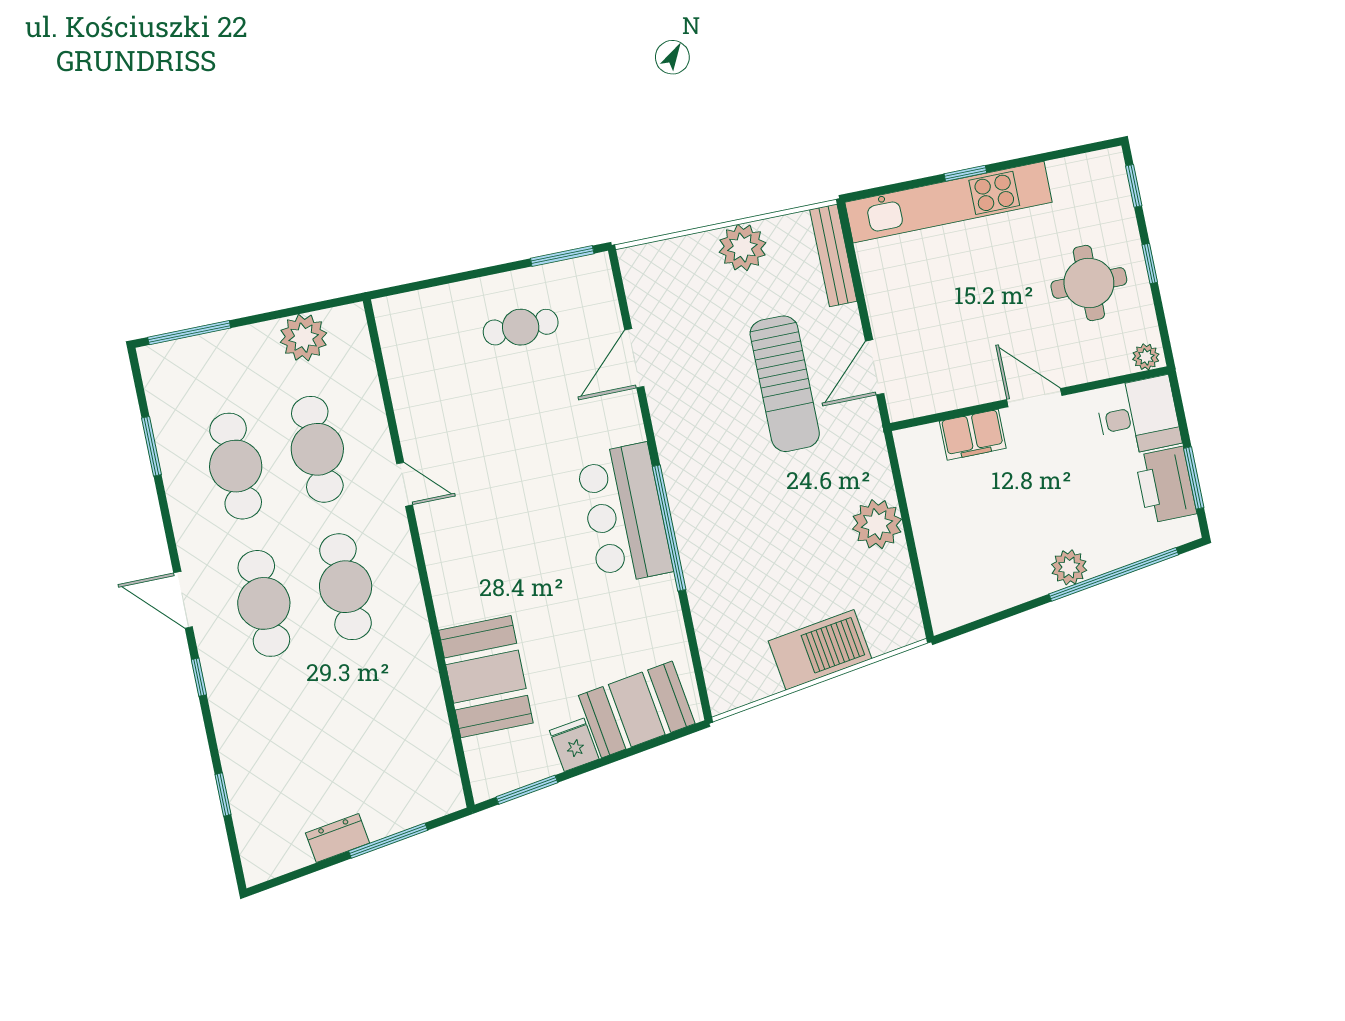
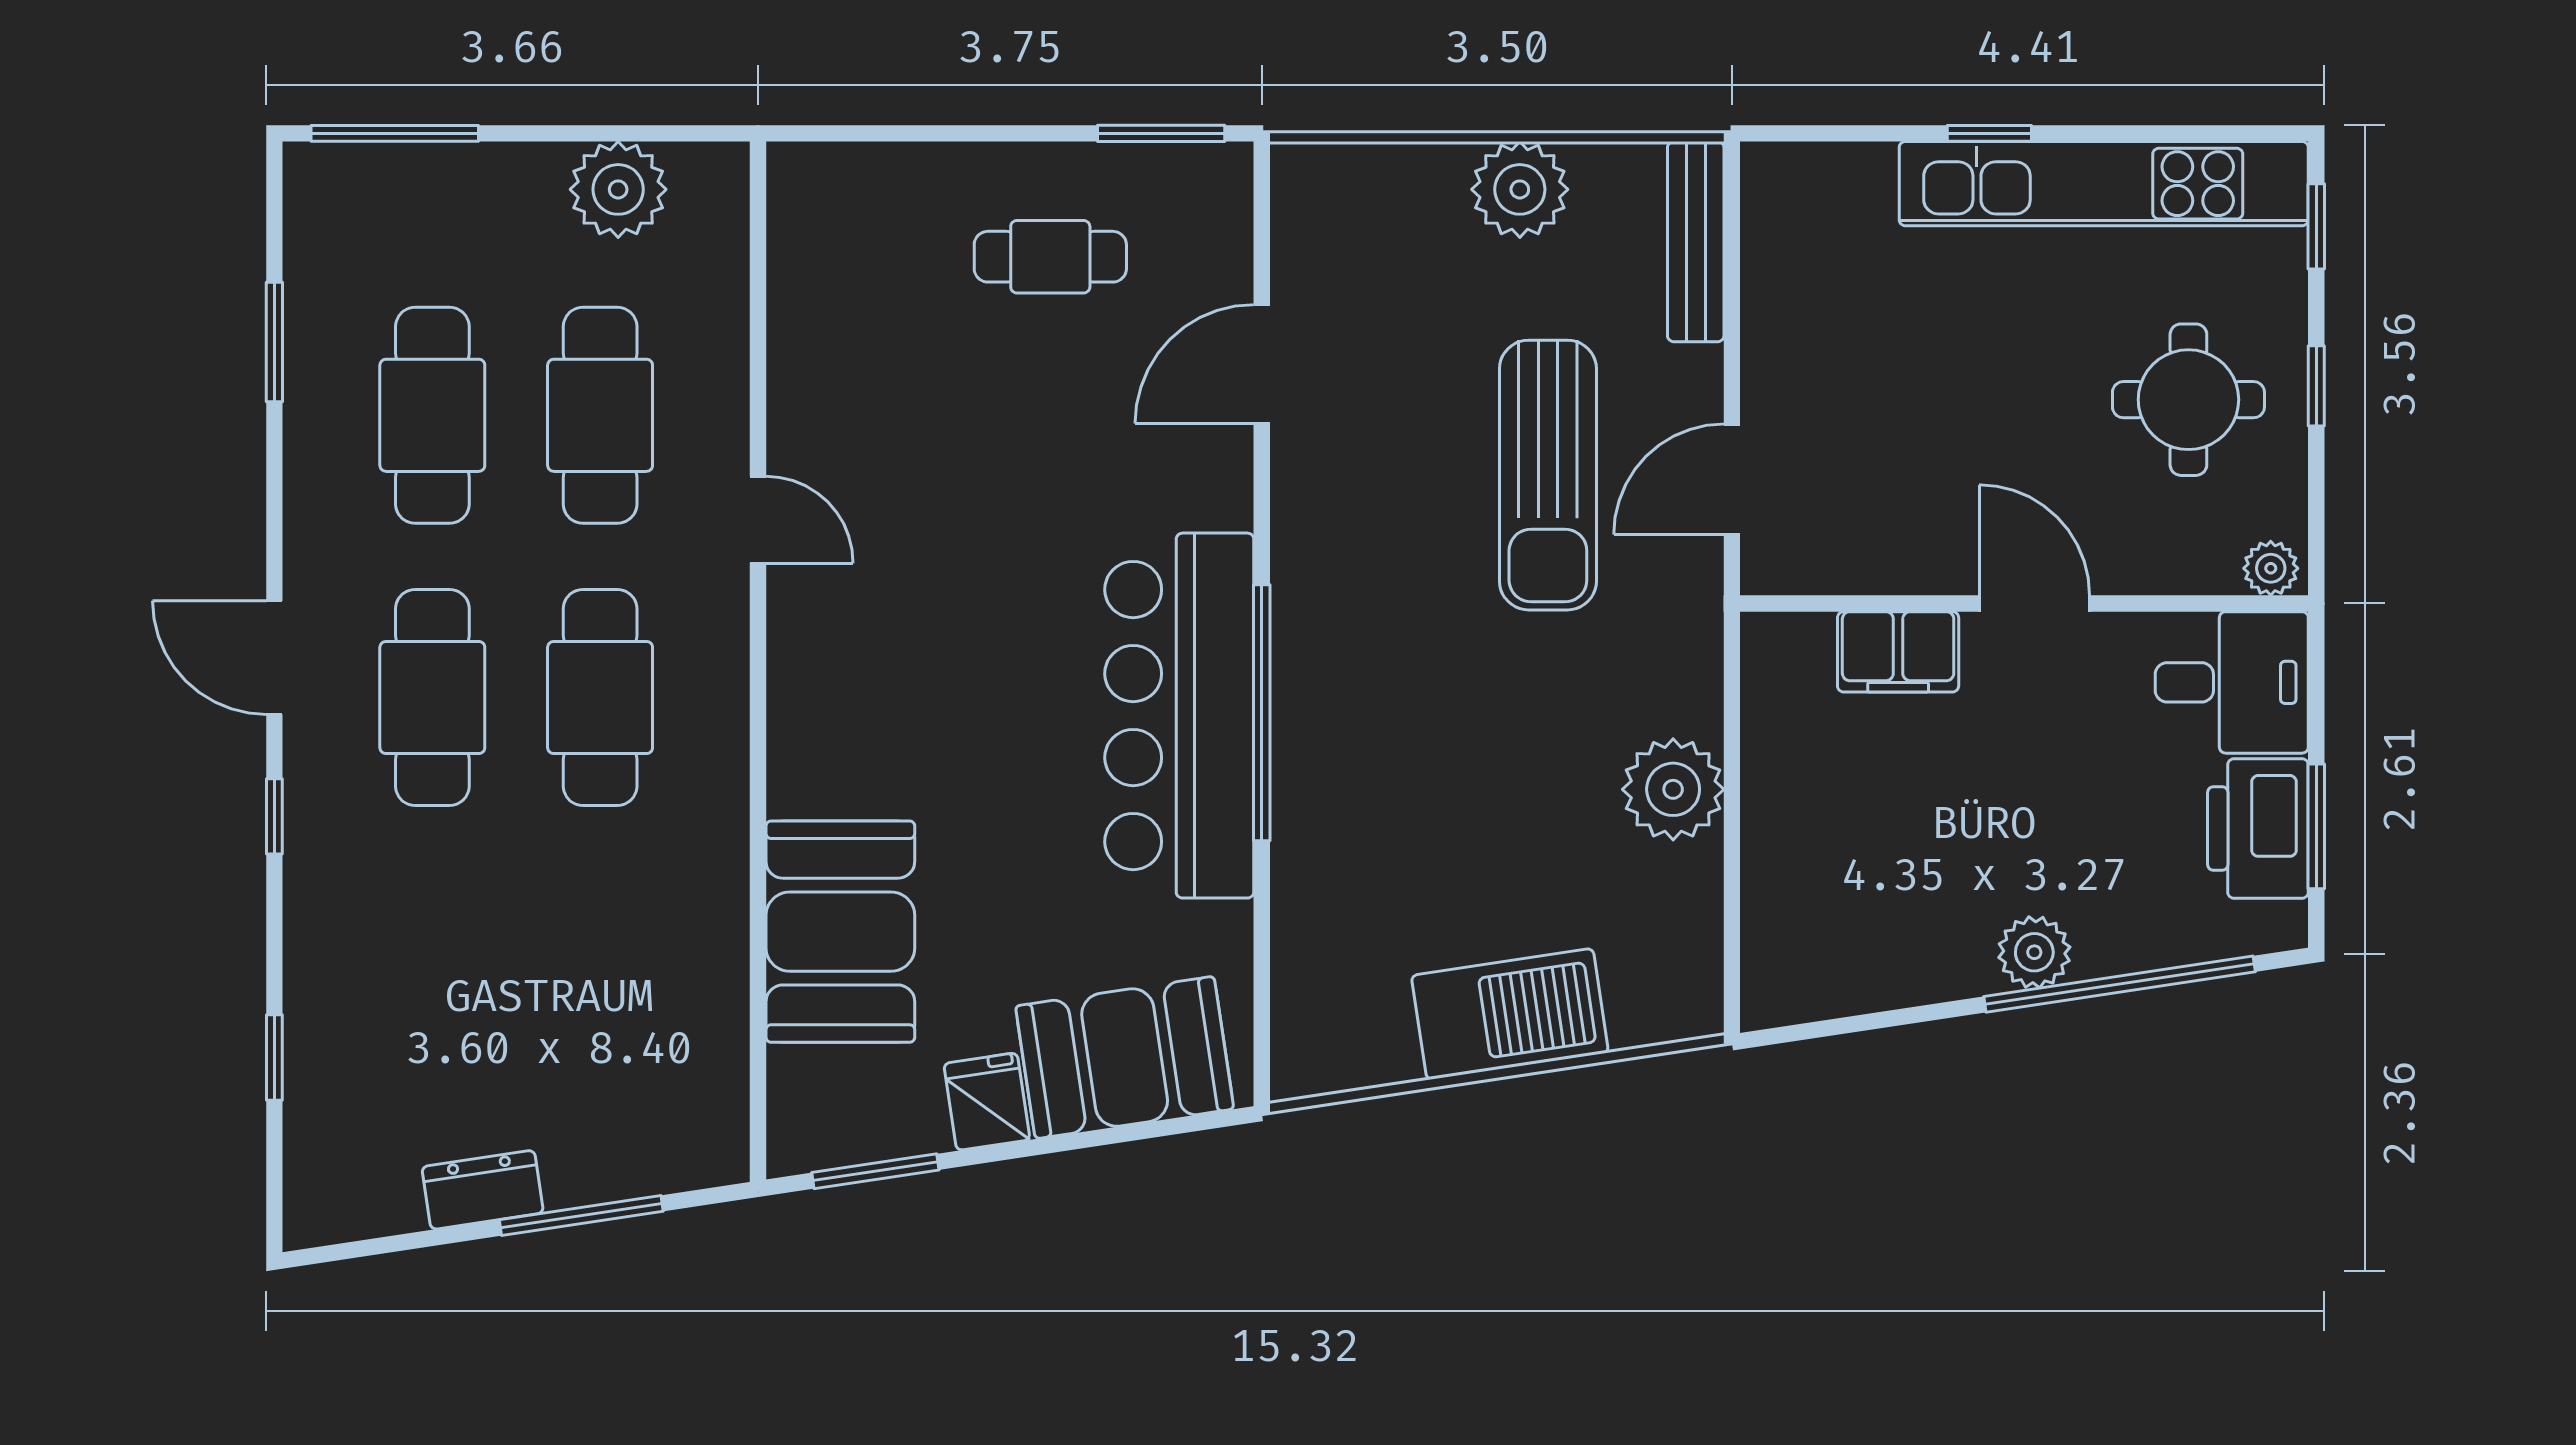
kitchen unit: (949, 202) -> (2104, 184), moved
bar counter: (624, 514) -> (1179, 716), width x1.36

